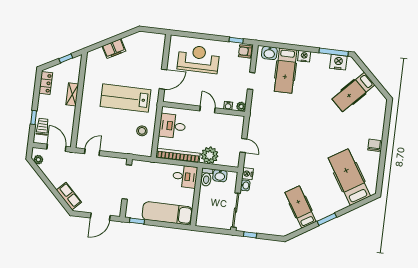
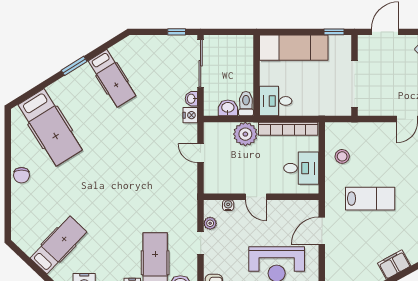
lab bench: (125, 98) -> (370, 199), width x0.73, depth x0.72
plant: (241, 107) -> (210, 223), moved

